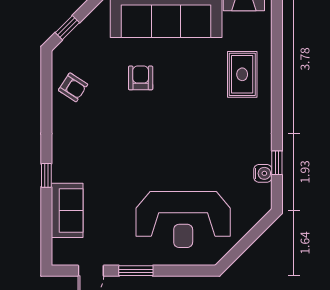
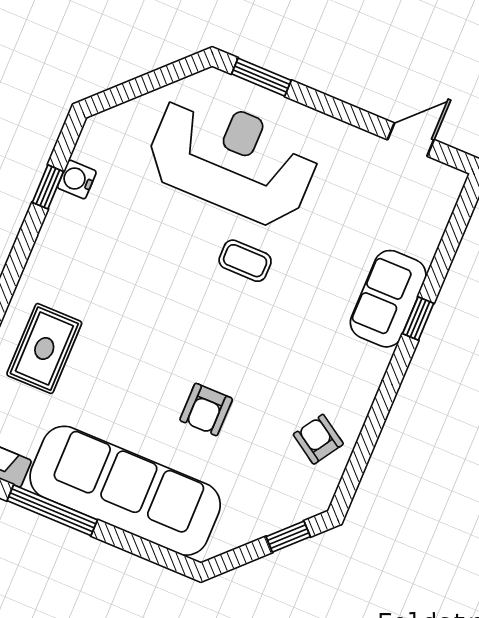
coffee table: (153, 167) -> (245, 261), added
sofa: (67, 210) -> (388, 299), moved
window: (136, 271) -> (261, 77), moved

